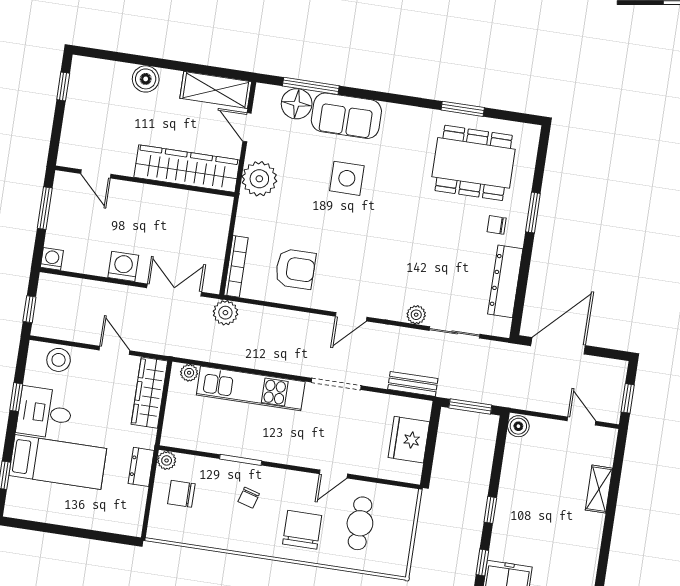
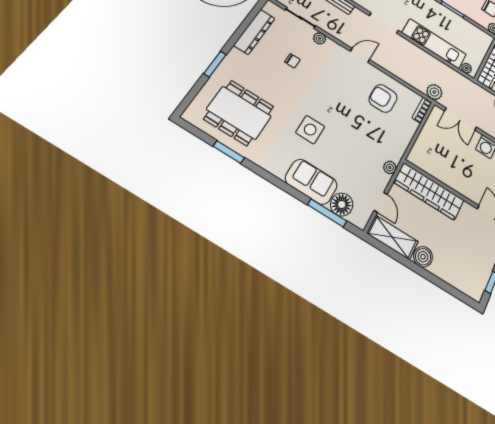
boiler: (146, 79) -> (423, 257), moved
side table: (347, 178) -> (310, 130), moved
plant: (259, 179) -> (390, 167), width x0.53, depth x0.53
chair: (497, 225) -> (292, 61), moved
bookcase: (236, 266) -> (422, 110), width x0.64

